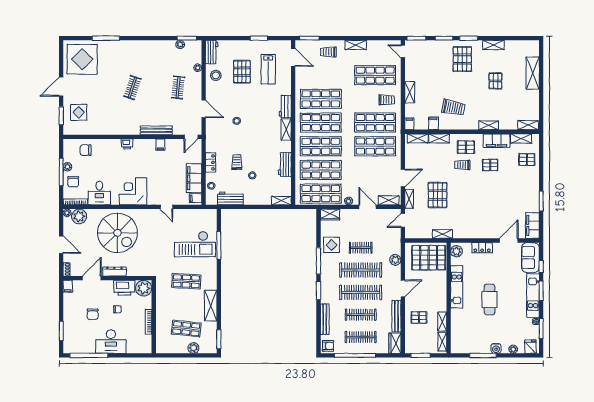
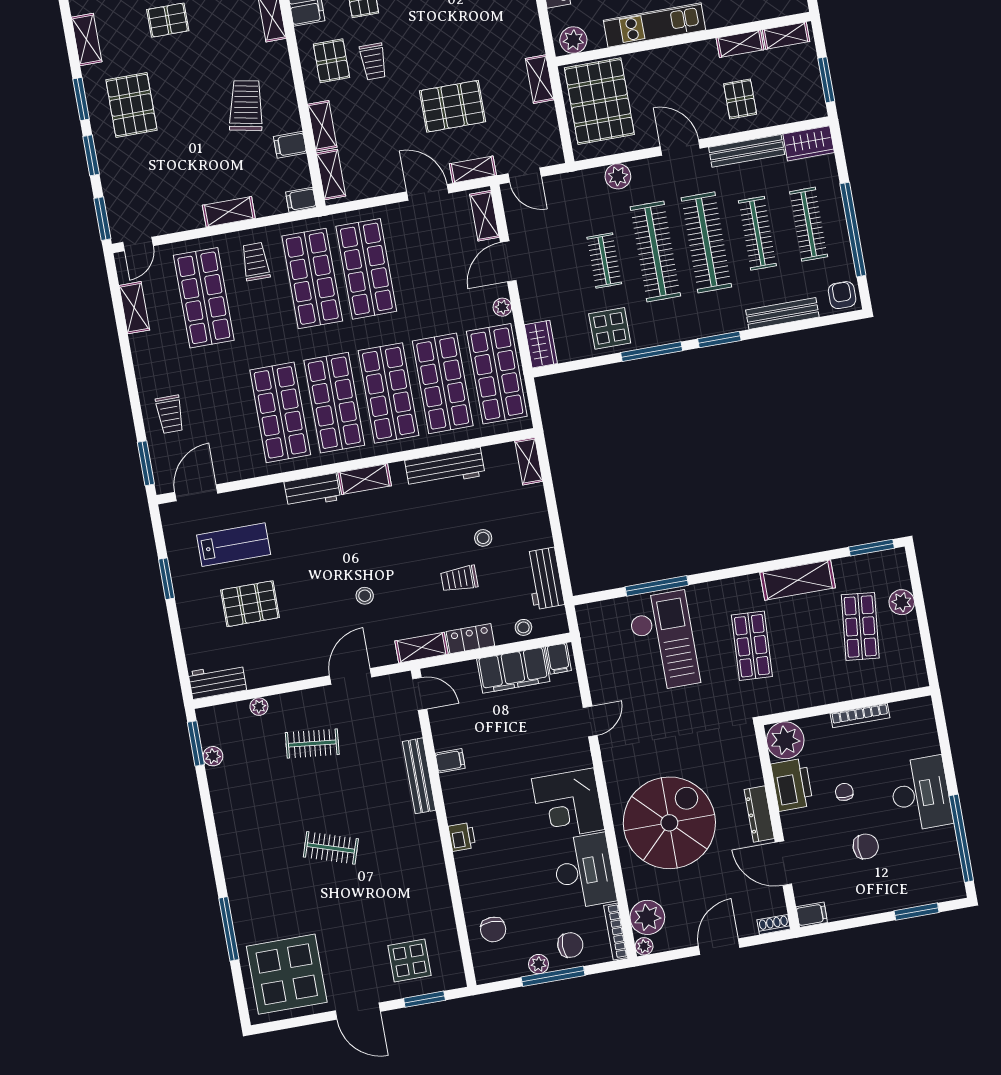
shelving: (356, 45) -> (134, 308), moved
pallet: (462, 59) -> (131, 105), turned 90
stool: (216, 75) -> (269, 662), removed
shelving: (210, 141) -> (422, 648), added
workbench: (285, 164) -> (445, 468), width x1.38
desk: (99, 193) -> (584, 871), width x1.37

